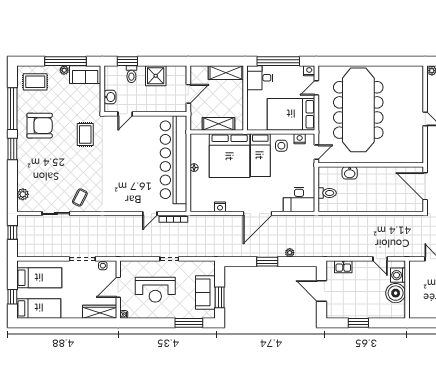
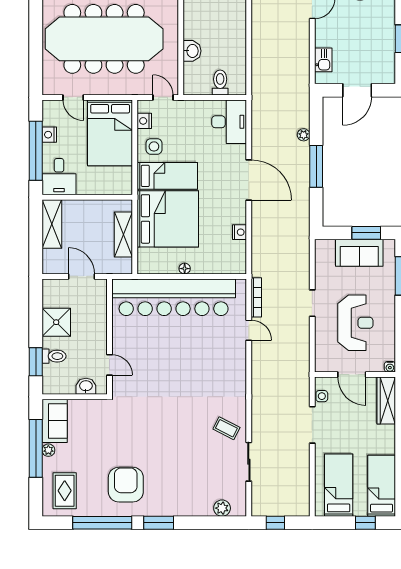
nightstand: (309, 71) -> (49, 135), moved
rug: (85, 134) -> (138, 421), removed
window: (267, 262) -> (316, 166), width x1.44

